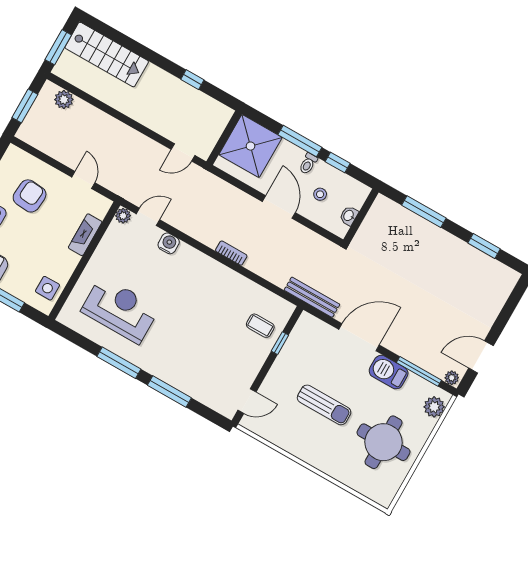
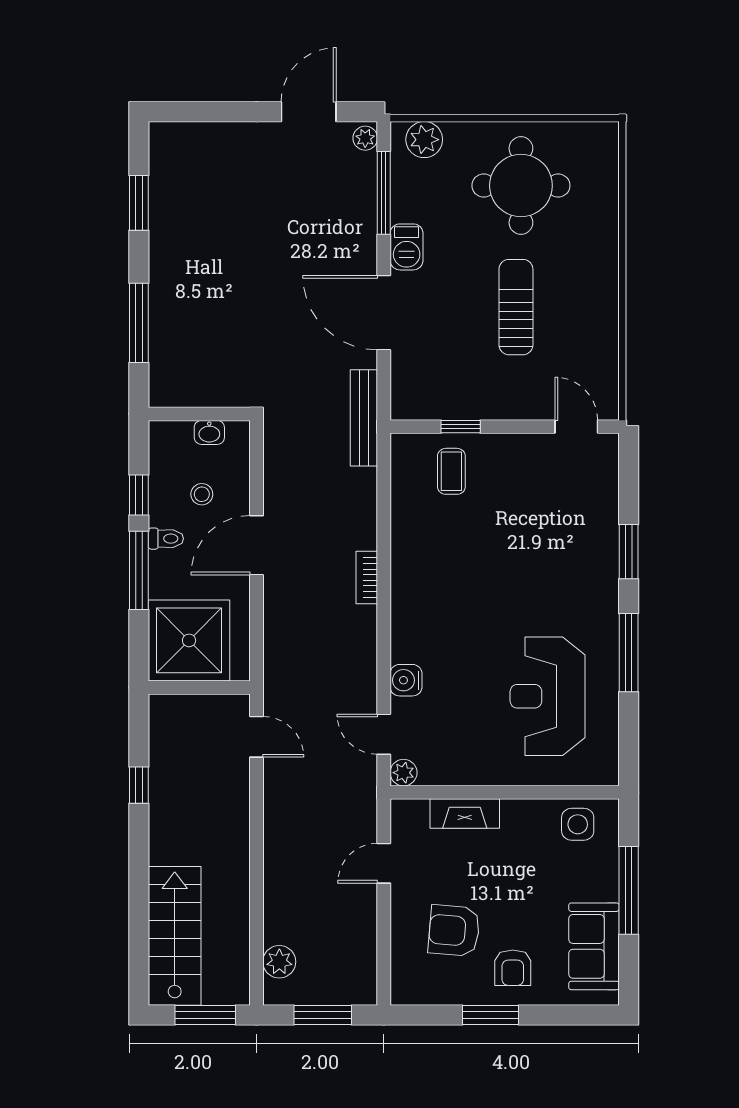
door: (481, 357) -> (309, 112), swing flipped
barbecue: (389, 372) -> (407, 247), width x0.73, depth x0.79
window: (169, 392) -> (629, 552), width x0.69

